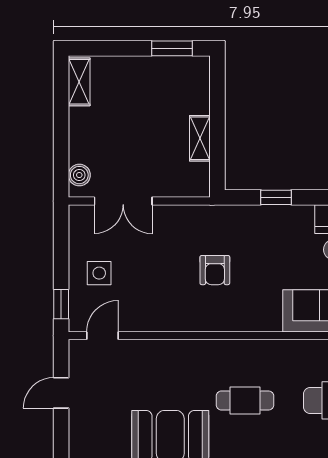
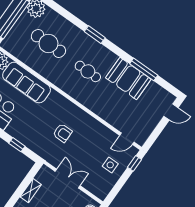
double door: (123, 201) -> (68, 179), moved
armchair: (215, 270) -> (63, 133), turned 90
door: (61, 393) -> (171, 112), moved

